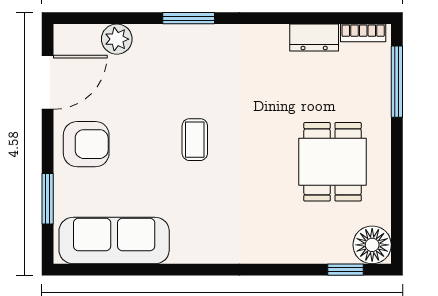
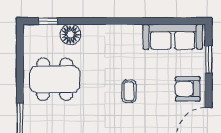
dining table: (333, 162) -> (55, 79), width x1.37
floor lamp: (372, 245) -> (70, 34), moved

